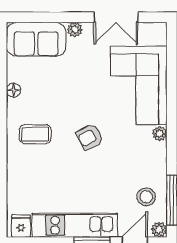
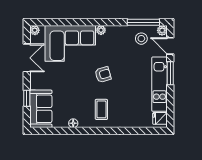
window: (53, 17) -> (27, 98), added
plant: (75, 30) -> (35, 30), moved
armchair: (90, 137) -> (103, 75), turned -79

